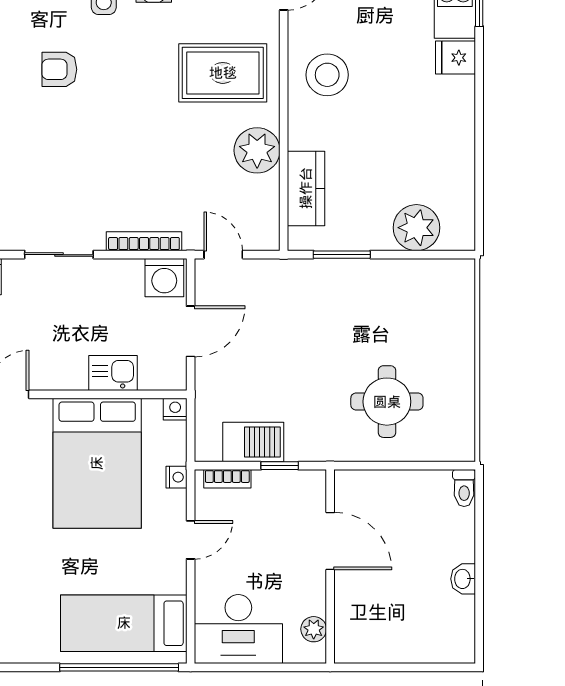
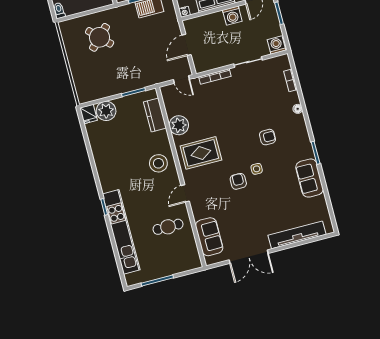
fridge: (456, 58) -> (89, 114), moved, turned 90
washing machine: (164, 278) -> (232, 16), moved, turned 180
kitchen sink: (113, 373) -> (214, 20), removed
round table: (387, 402) -> (100, 37), turned 45

